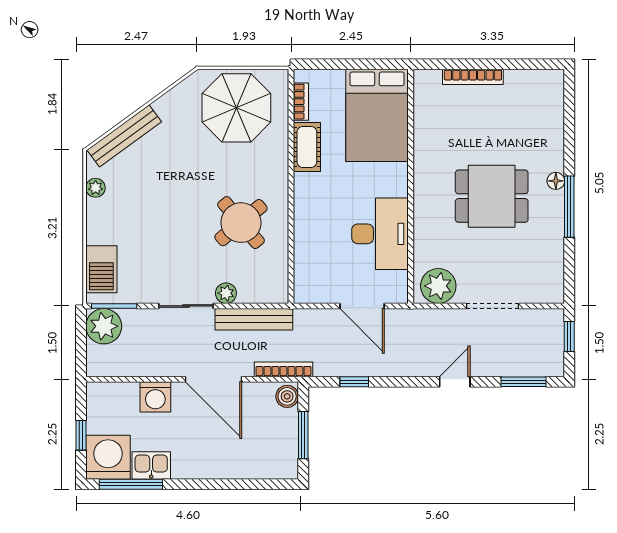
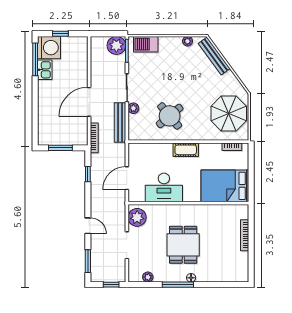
cot: (307, 147) -> (186, 150), moved
plant: (554, 265) -> (148, 277), added
boiler: (287, 396) -> (80, 140), removed
washing machine: (155, 397) -> (80, 72), removed

